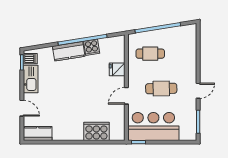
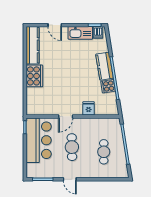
cafe table: (150, 54) -> (104, 152), moved
door: (126, 96) -> (66, 117), swing flipped
door: (22, 108) -> (55, 25), hinge flipped
cooker: (96, 131) -> (34, 76), moved
kitchen counter: (38, 134) -> (33, 45), width x1.50

